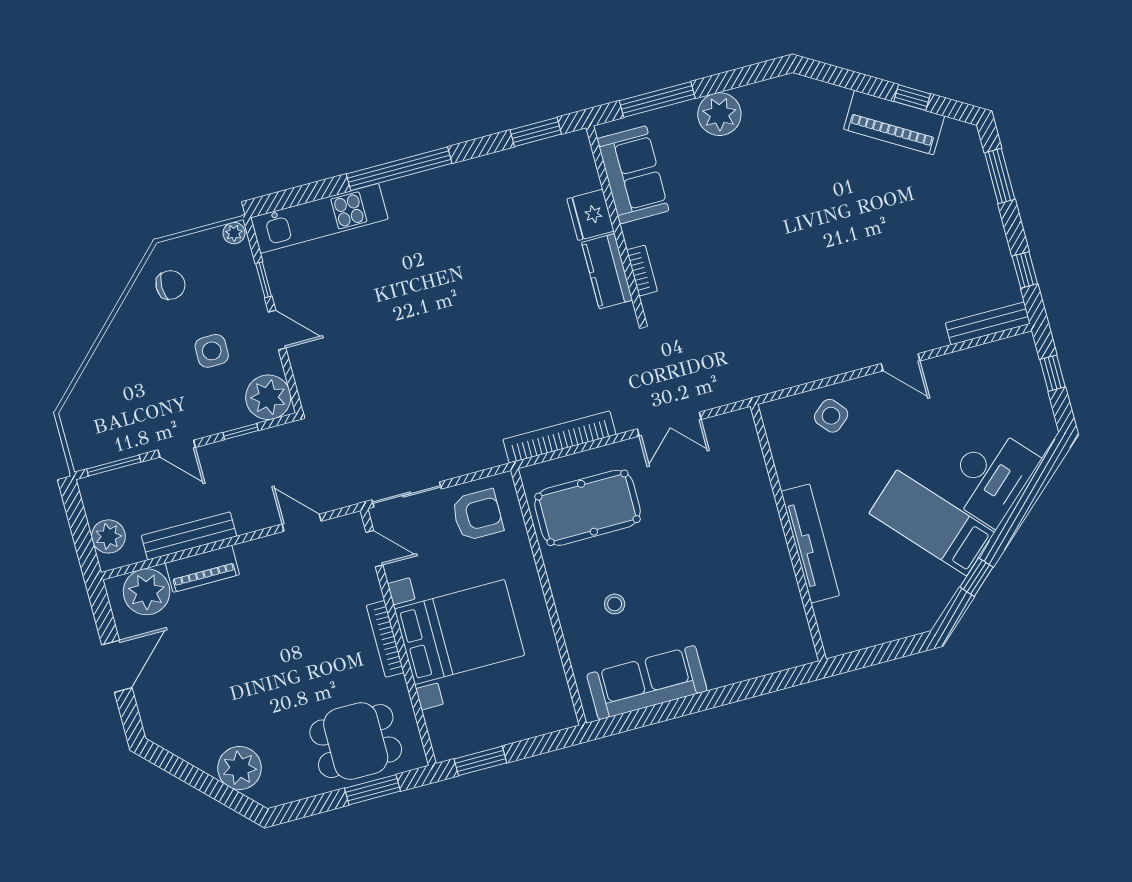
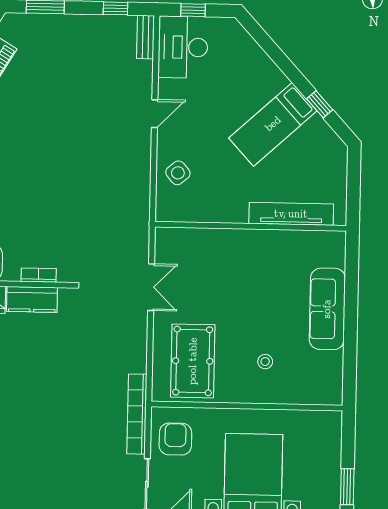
bench: (988, 323) -> (145, 37), width x0.73
bookcase: (559, 437) -> (137, 414), moved
desk: (991, 476) -> (183, 47), moved, turned -138
tv unit: (810, 543) -> (291, 214), moved
sofa: (647, 683) -> (327, 309), moved

